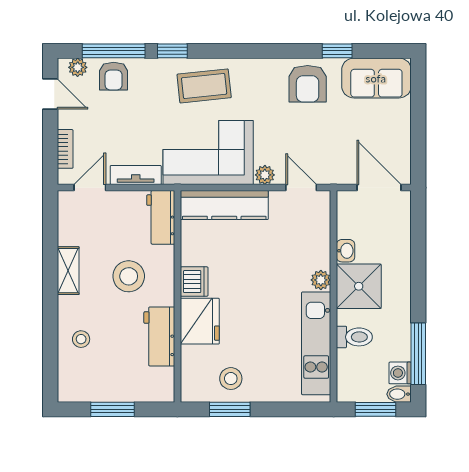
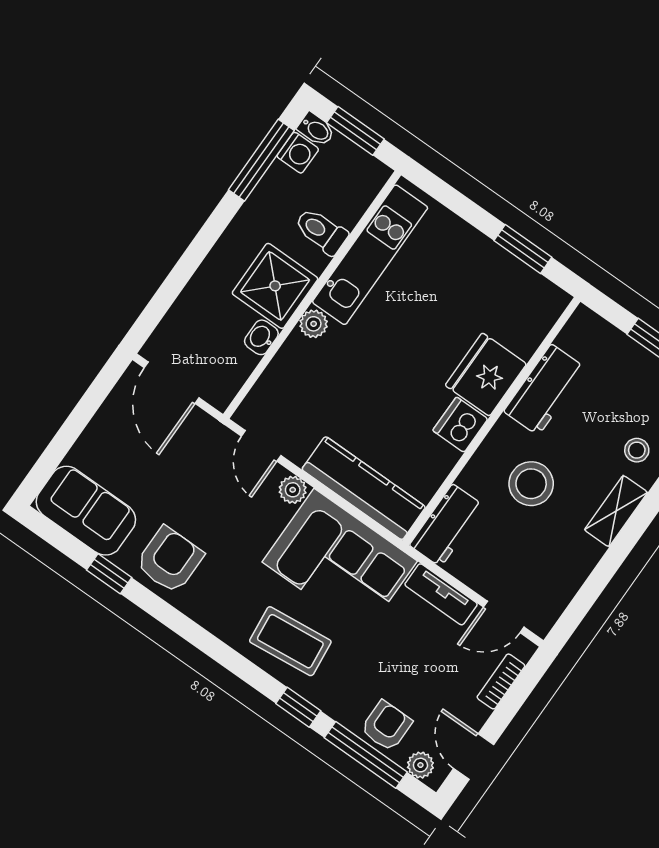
shelving: (68, 271) -> (616, 511), moved
stool: (231, 379) -> (497, 284), removed

